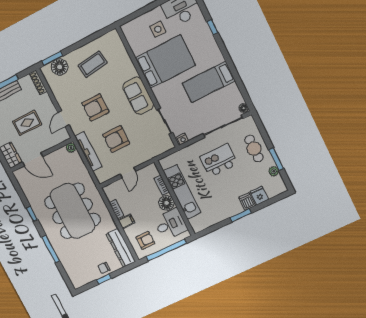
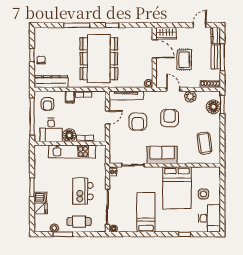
coffee table: (93, 64) -> (205, 143), moved
plant: (61, 97) -> (190, 96), added
armchair: (116, 139) -> (138, 122), turned 180
tv unit: (88, 152) -> (126, 95), moved
door: (33, 159) -> (154, 49), swing flipped
kitchen island: (219, 160) -> (83, 191), turned 180
door: (128, 173) -> (107, 117), swing flipped
dining table: (72, 211) -> (99, 59), turned 90

